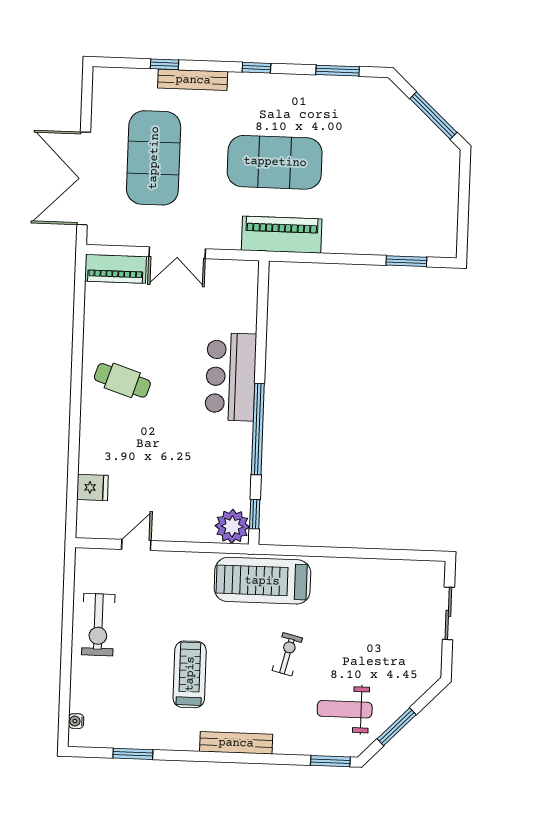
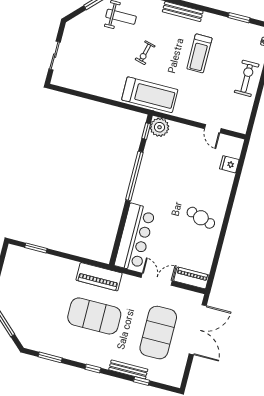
bar counter: (231, 377) -> (135, 237), moved, width x1.36
door: (136, 545) -> (213, 129), hinge flipped
exercise bike: (98, 625) -> (247, 78), moved

